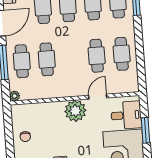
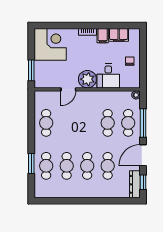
cafe table: (97, 56) -> (67, 123), removed
desk: (126, 115) -> (108, 76), moved, turned -90
window: (145, 130) -> (31, 70), moved

